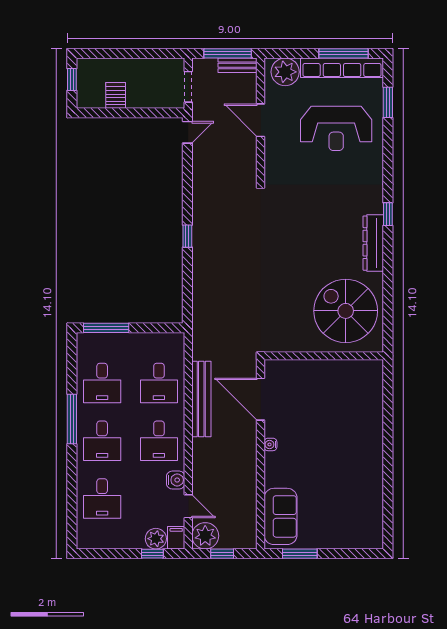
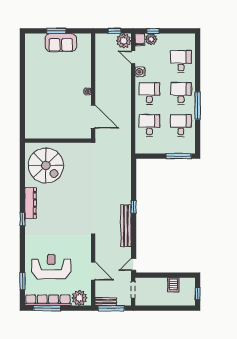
bench: (201, 399) -> (126, 226), moved
sofa: (281, 516) -> (61, 43), moved, turned -90
window: (300, 554) -> (56, 31), moved

